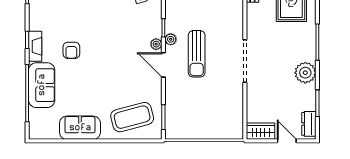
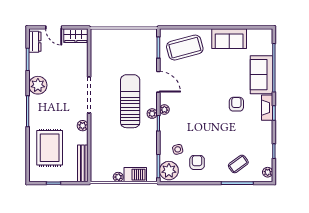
plant: (253, 25) -> (83, 126), added
sun lounger: (197, 54) -> (130, 101), width x1.36, depth x1.34
door: (163, 65) -> (158, 82), moved

